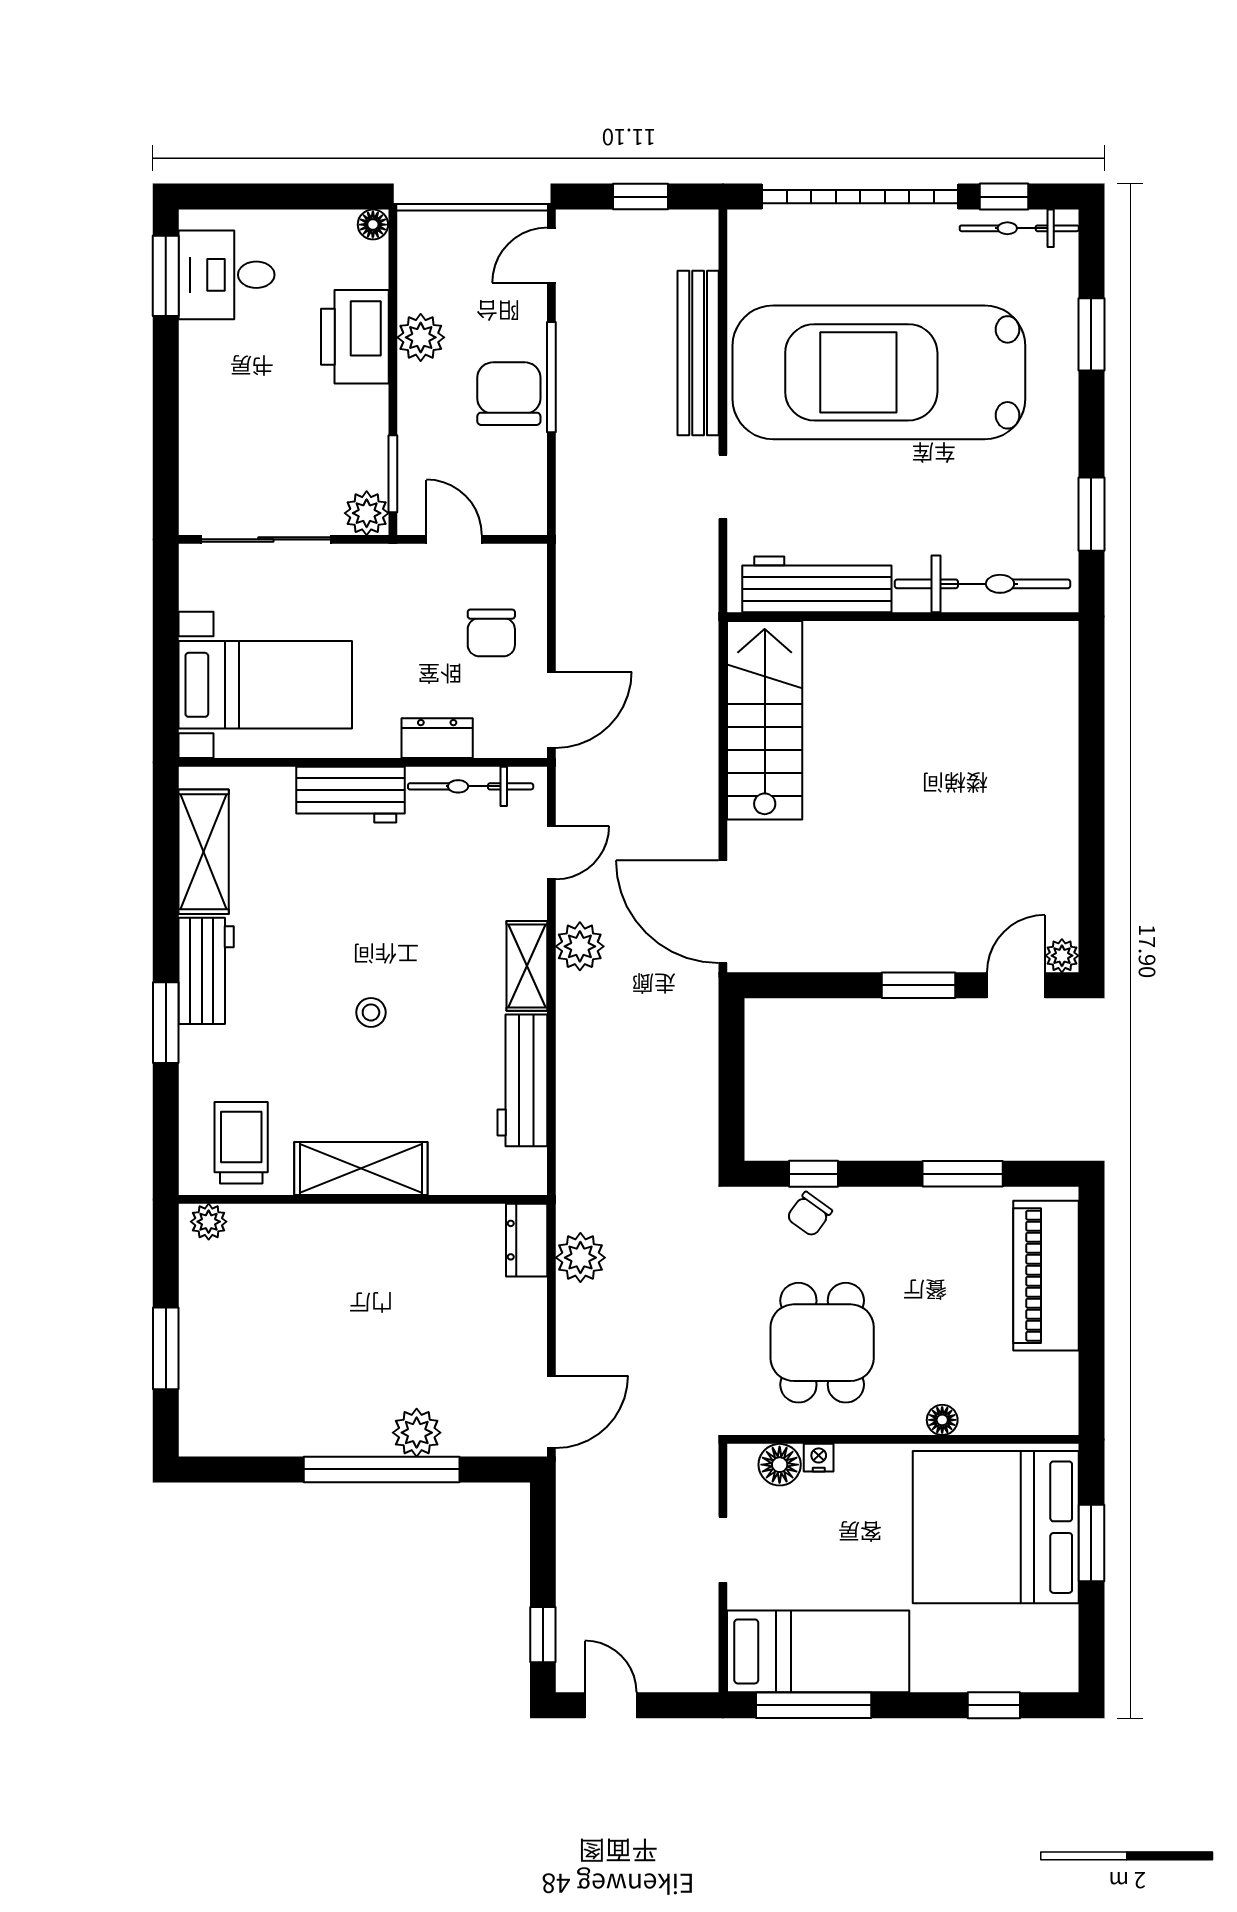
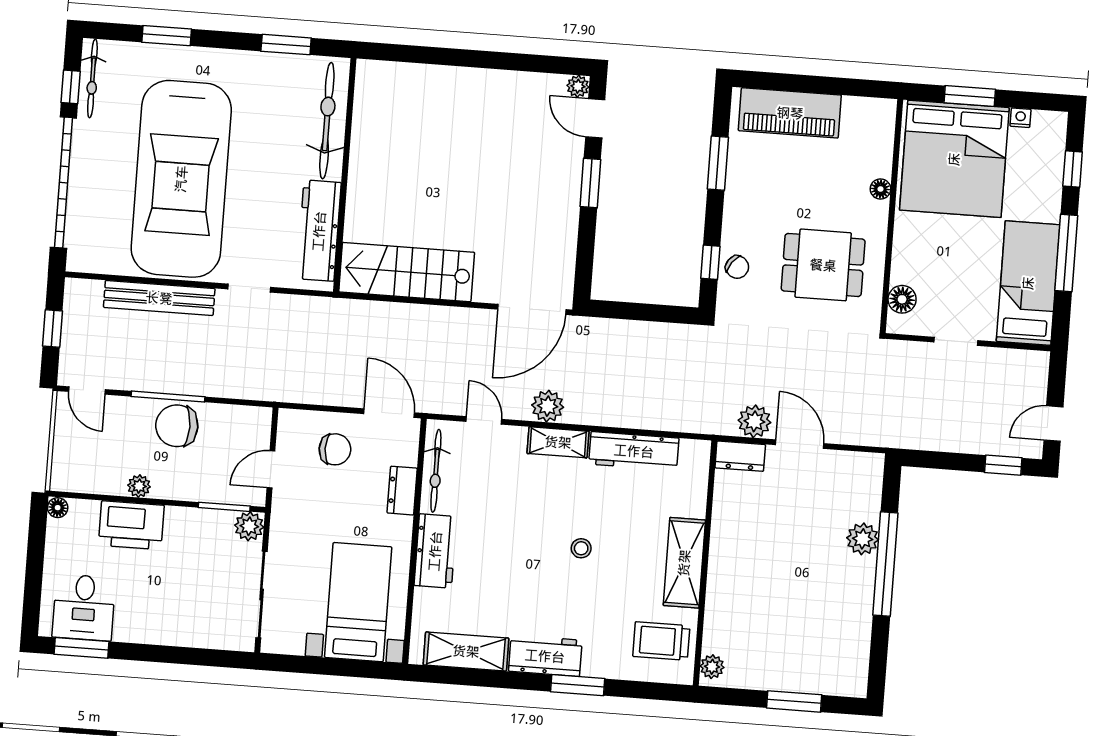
plant: (421, 337) -> (139, 486), width x0.73, depth x0.73
door: (551, 1412) -> (800, 444), moved
nightstand: (819, 1458) -> (1021, 118), moved, turned 90
window: (814, 1705) -> (1066, 253), moved

